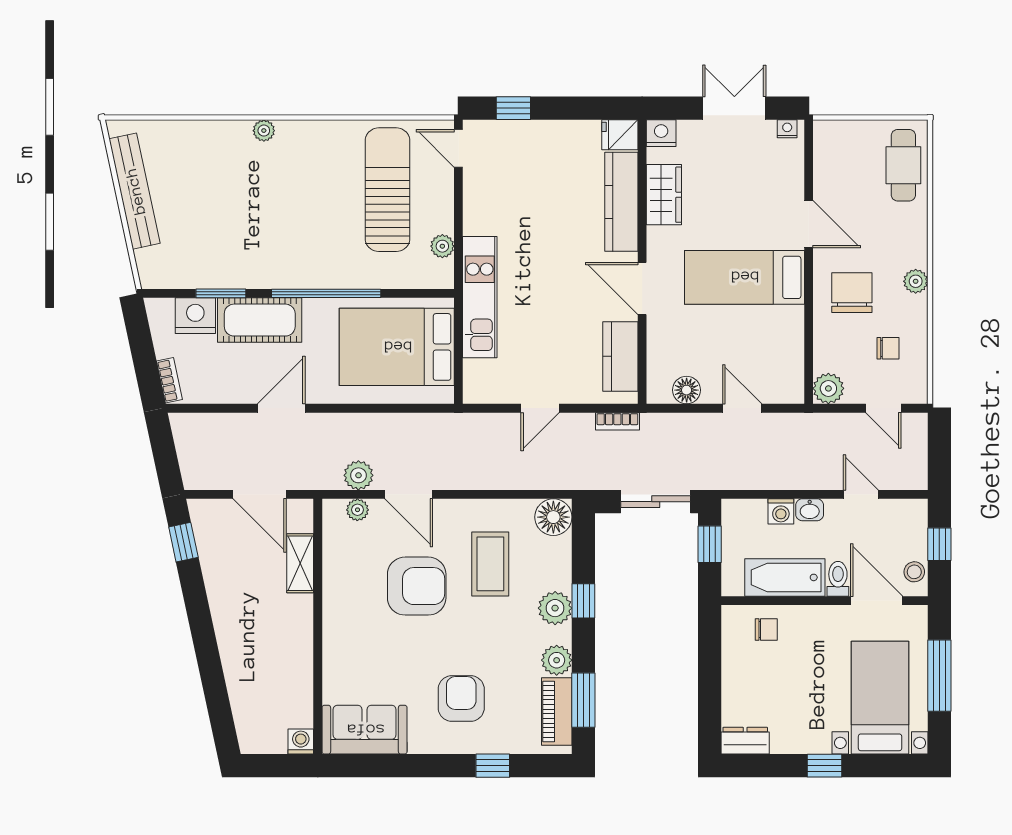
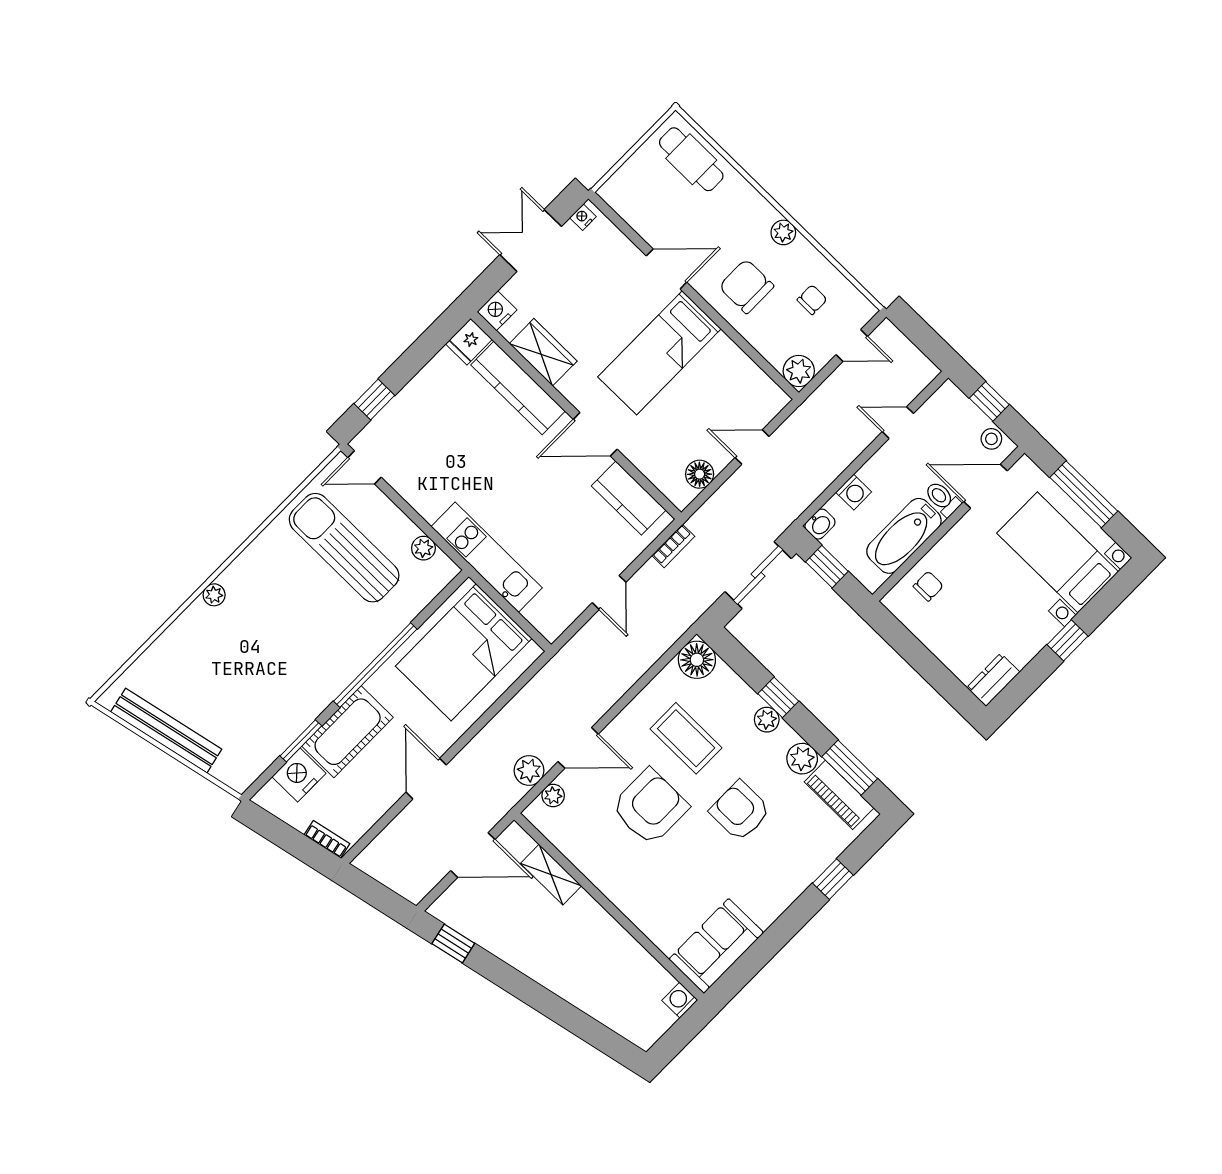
washbasin: (810, 510) -> (820, 524), moved
plant: (555, 608) -> (767, 720), width x0.73, depth x0.73
armchair: (461, 698) -> (740, 811), moved

